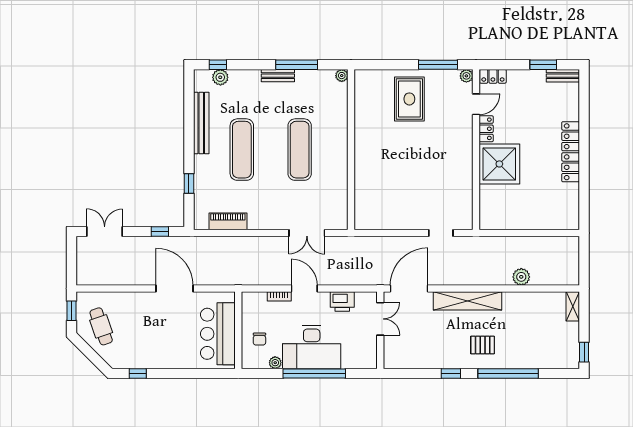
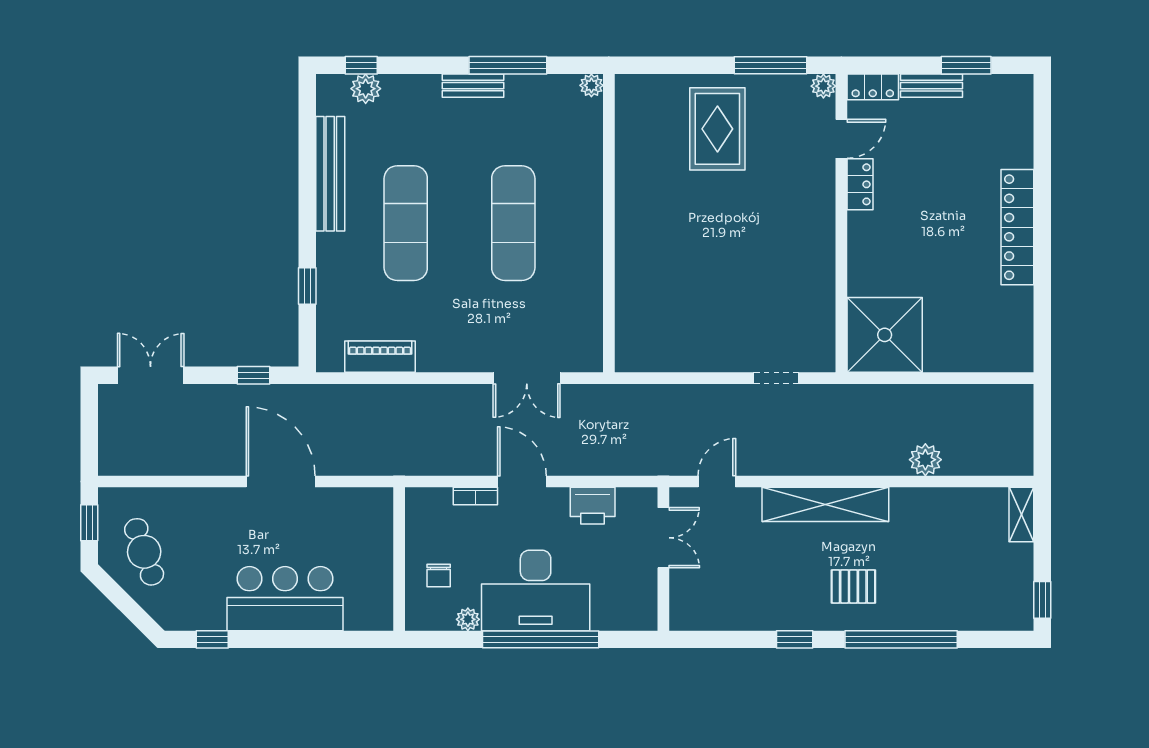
bench: (563, 76) -> (932, 86), moved
shower: (499, 164) -> (885, 335), moved
door: (409, 289) -> (717, 481), width x0.53
bar counter: (218, 334) -> (285, 599), moved, turned 90

